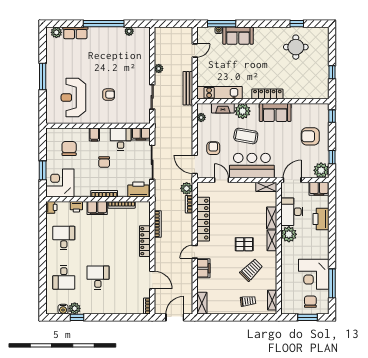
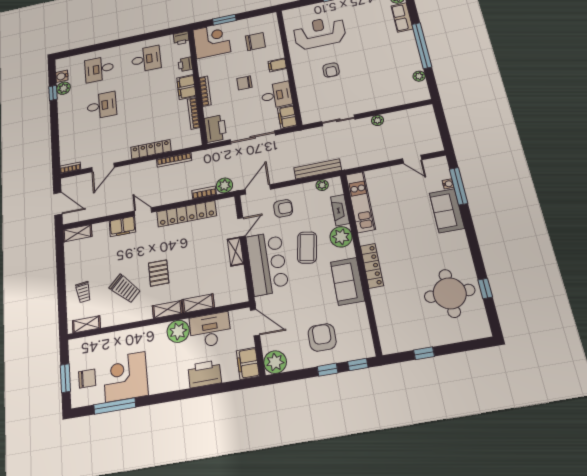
round table: (296, 47) -> (450, 293), width x1.36, depth x1.36
bench: (188, 88) -> (318, 169), moved
window: (332, 157) -> (328, 370), moved
shelving: (266, 187) -> (235, 251), moved

